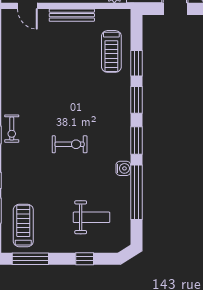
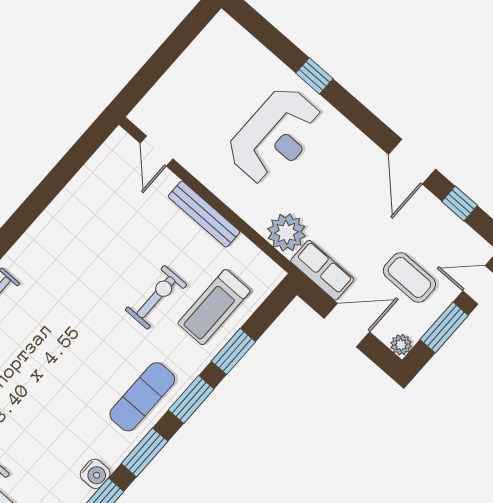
exercise mat: (114, 117) -> (142, 397), added
exercise bike: (70, 144) -> (156, 297), moved, turned -90

